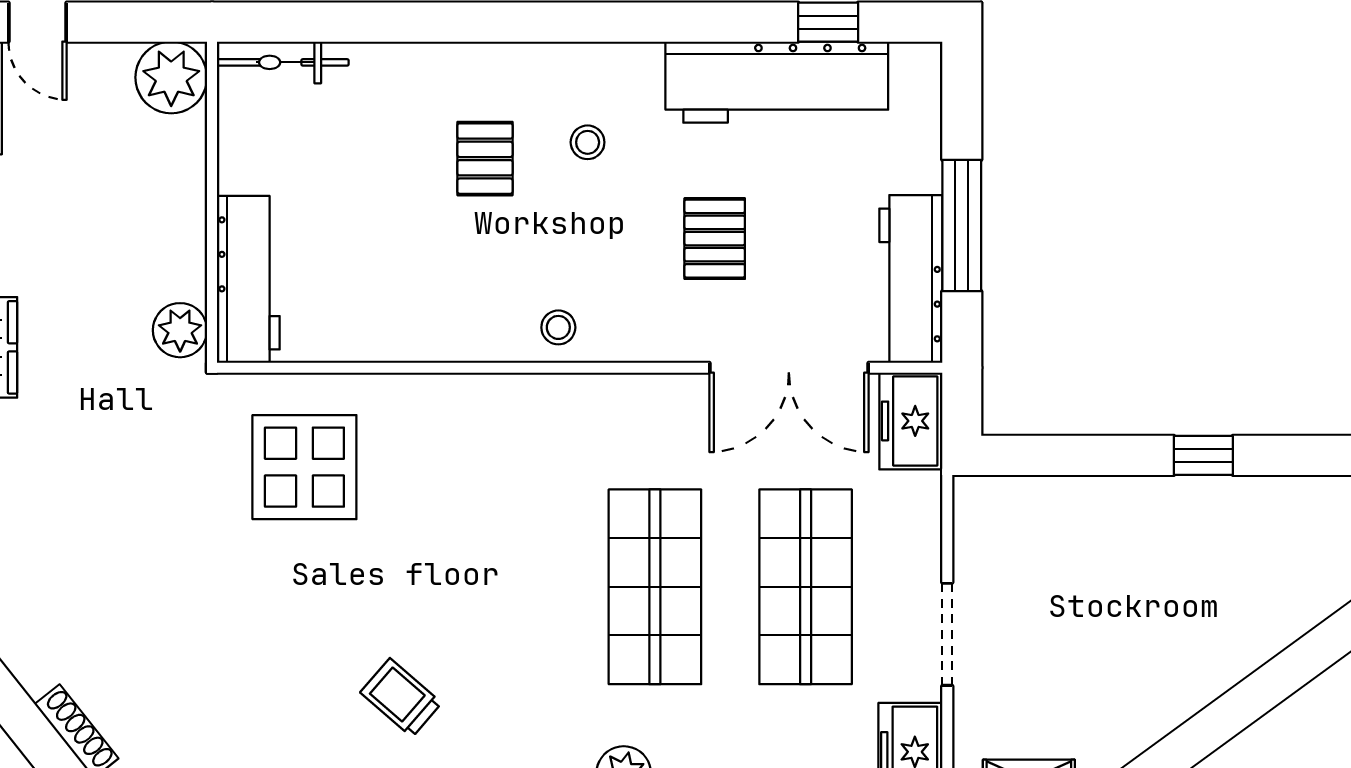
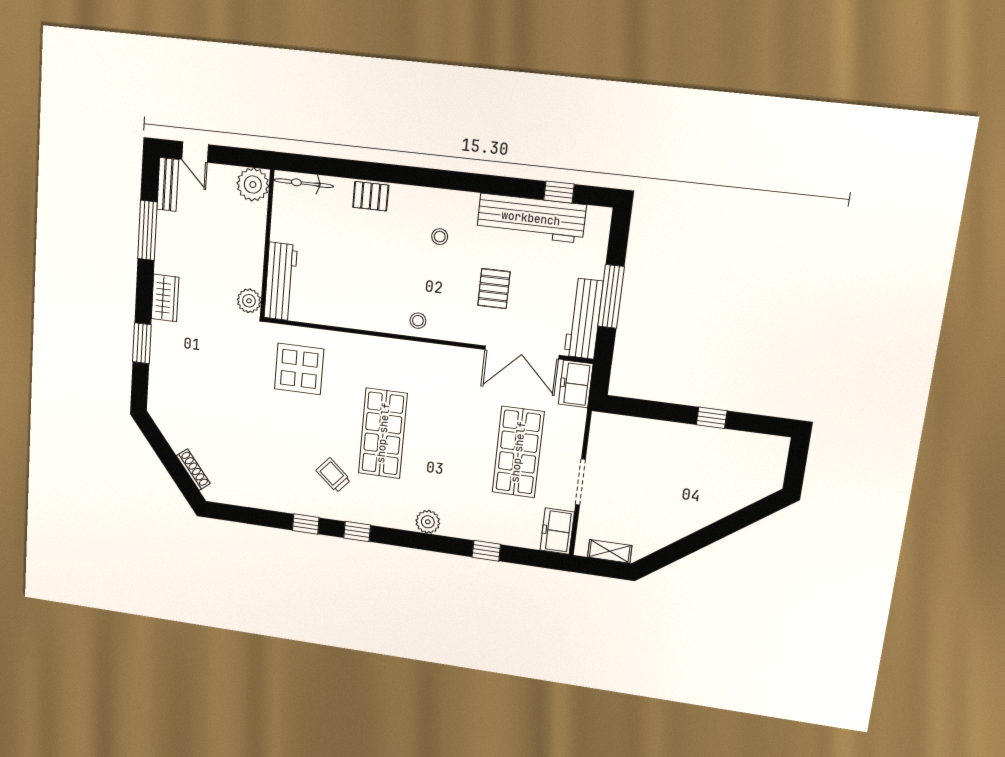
pallet: (485, 159) -> (371, 196), moved, turned 90
shop shelf: (655, 587) -> (383, 433), moved

